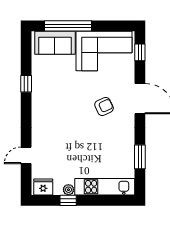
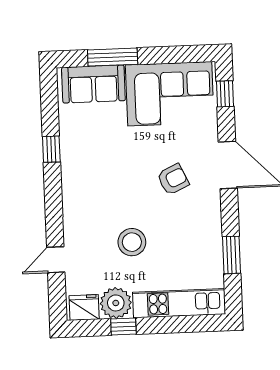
window: (68, 26) -> (113, 57), width x0.68
stool: (76, 146) -> (132, 242), added
plant: (68, 190) -> (116, 303), width x1.88, depth x1.88

